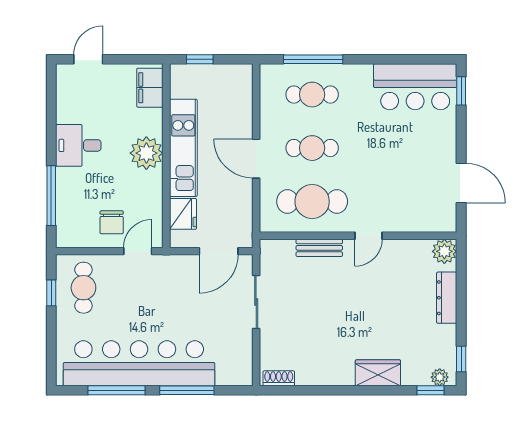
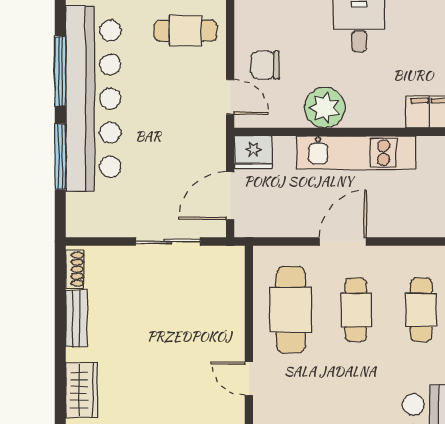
plant: (146, 153) -> (325, 108), moved
fridge: (183, 214) -> (253, 152), moved
bench: (319, 248) -> (76, 319), moved
door: (219, 251) -> (230, 196), hinge flipped

